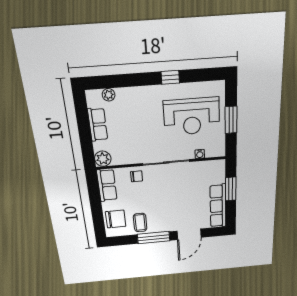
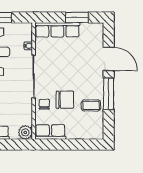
window: (231, 189) -> (77, 17), moved
row of seats: (218, 206) -> (57, 30), moved
chair: (116, 219) -> (65, 100), moved, turned 90

